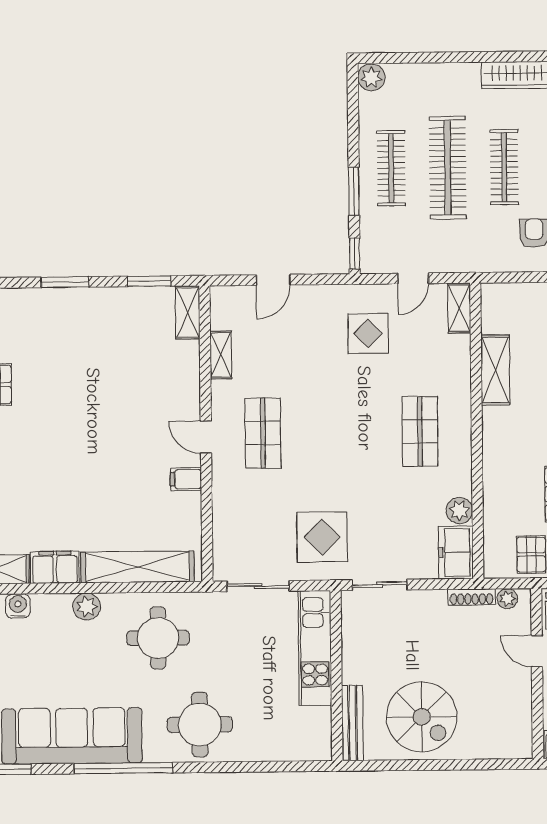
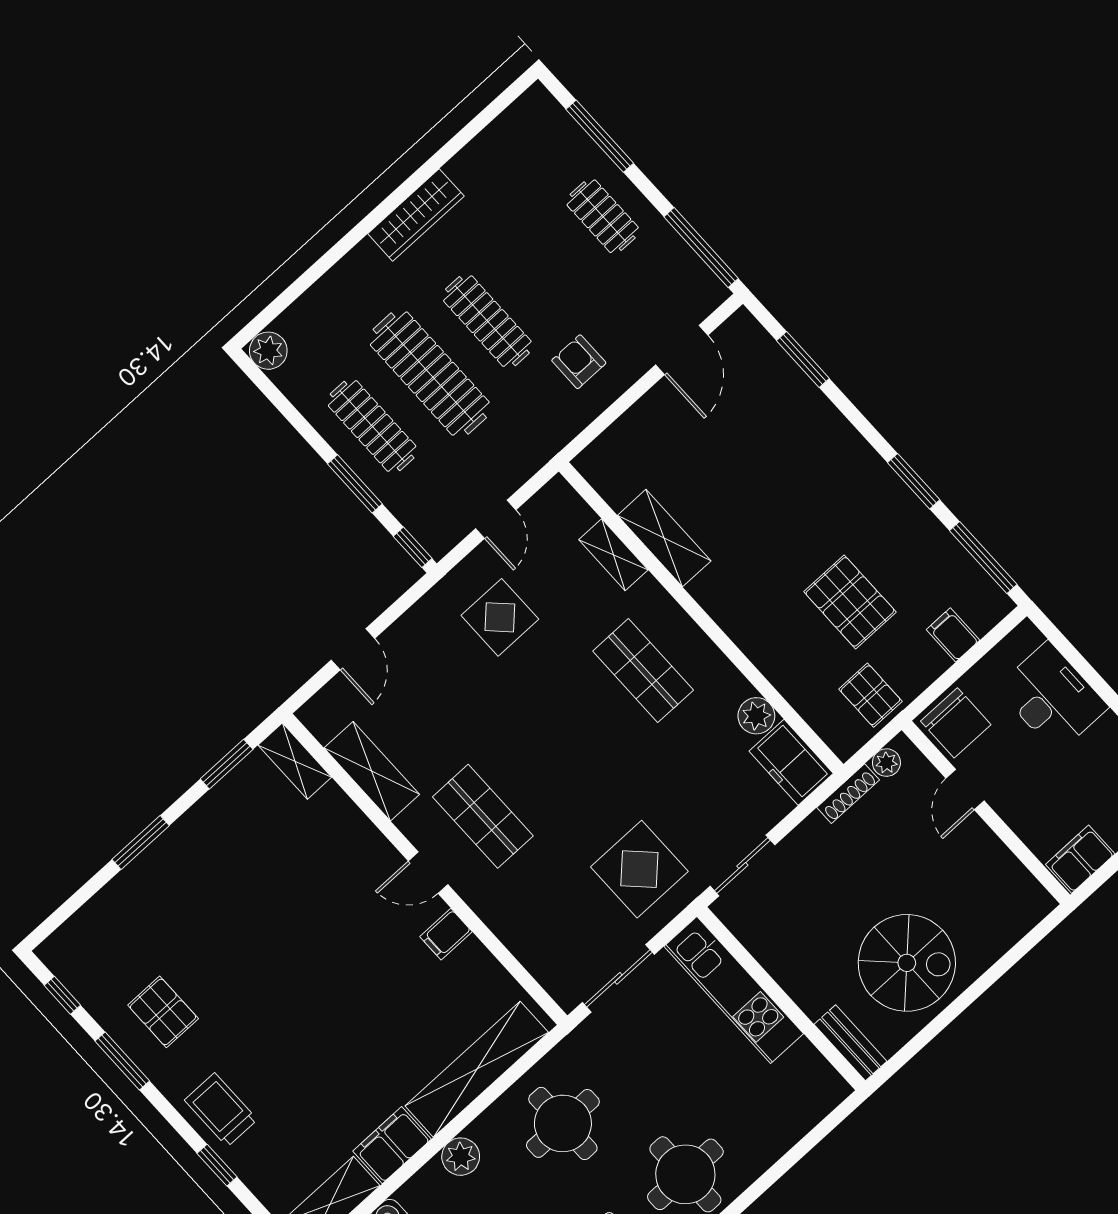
shelving: (459, 308) -> (613, 555), moved
shelving: (221, 355) -> (372, 771), width x1.50, depth x1.33
door: (537, 651) -> (965, 789), hinge flipped
bench: (352, 723) -> (850, 1043), width x0.73

